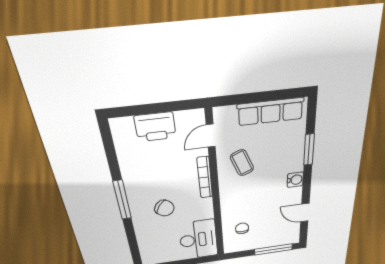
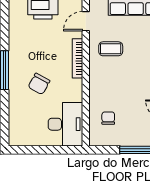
coffee table: (242, 163) -> (111, 49), turned -68
chair: (164, 208) -> (39, 84), turned 82

